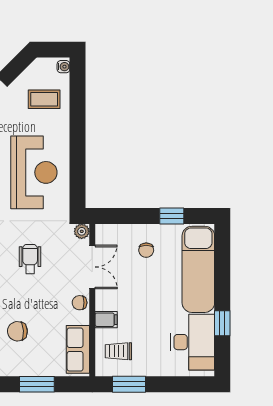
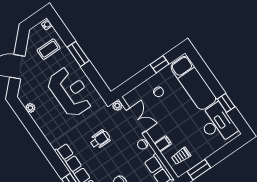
window: (78, 131) -> (78, 54), added
wheelchair: (30, 259) -> (100, 139), turned 90

